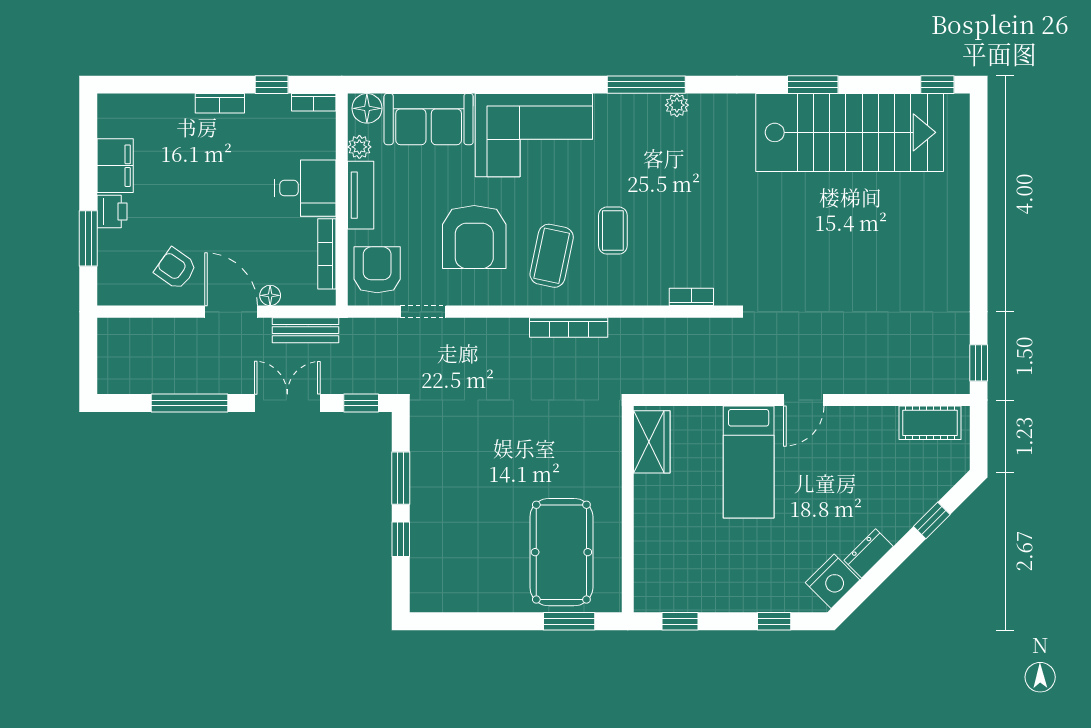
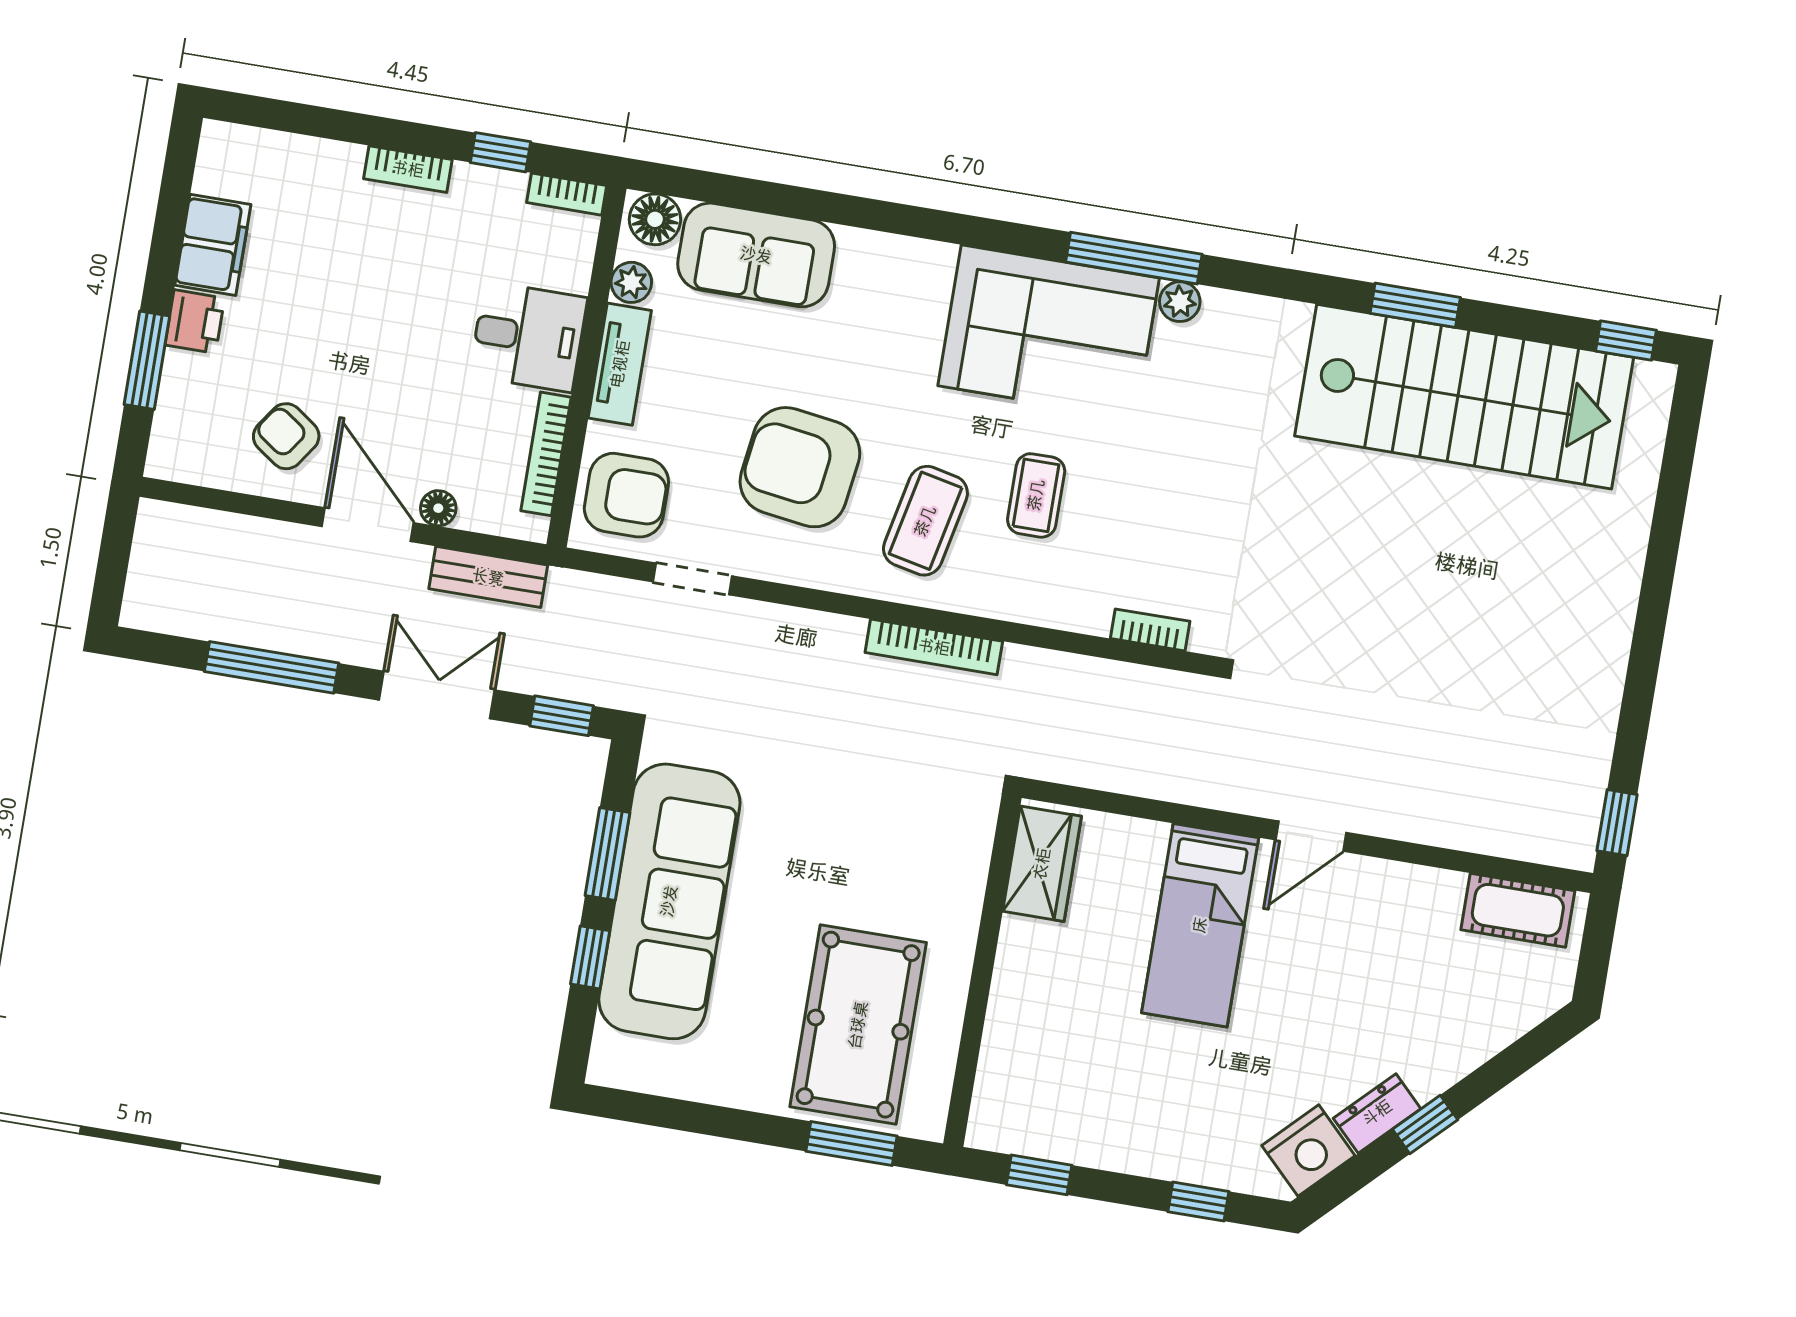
corner sofa: (534, 135) -> (1049, 332), moved
armchair: (474, 237) -> (800, 467), turned 98
armchair: (377, 270) -> (626, 495), turned 90
sofa: (441, 499) -> (669, 901), added
window: (932, 521) -> (1425, 1124), moved

